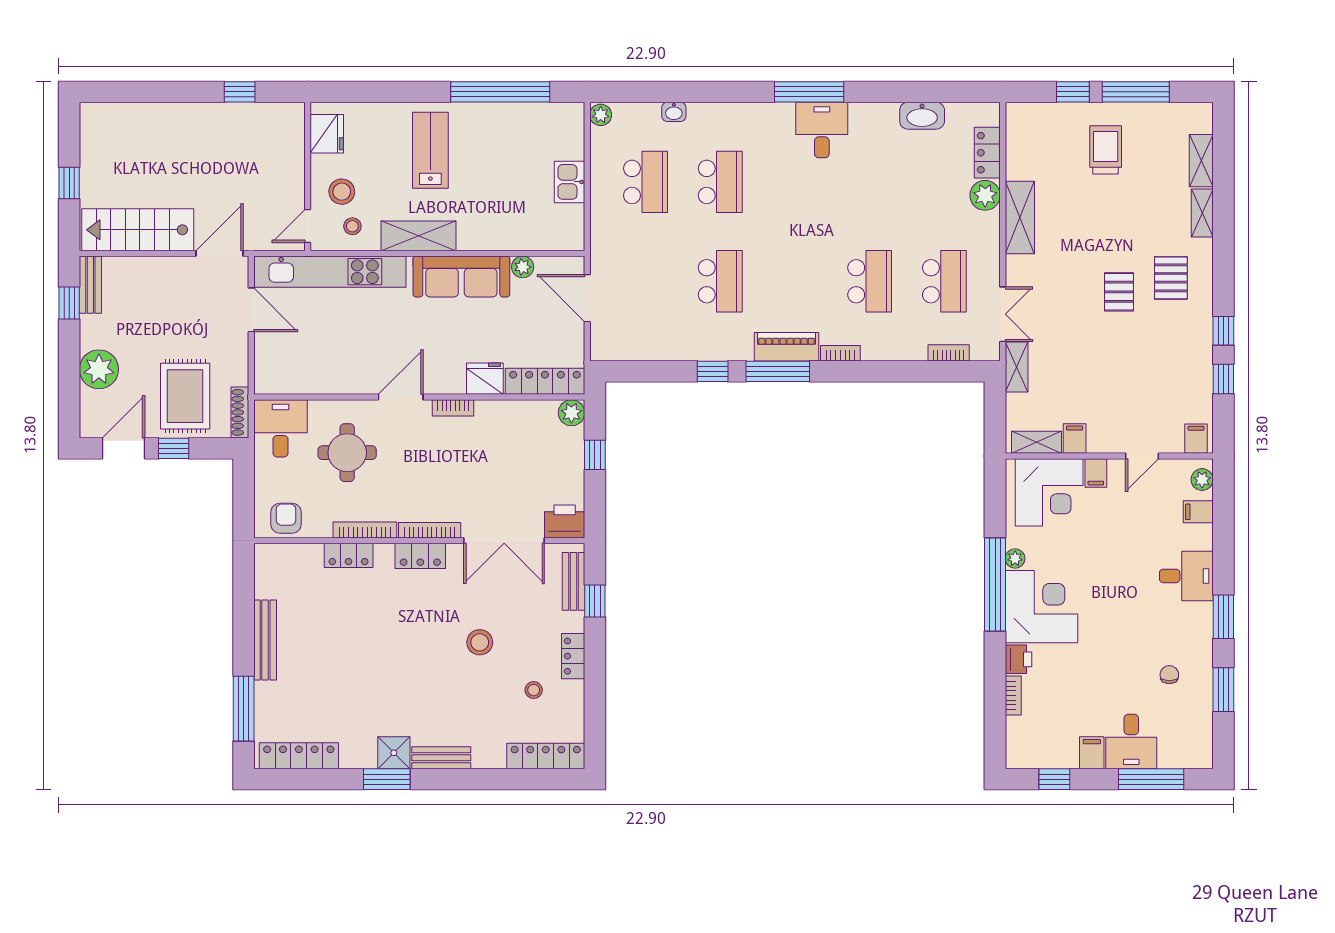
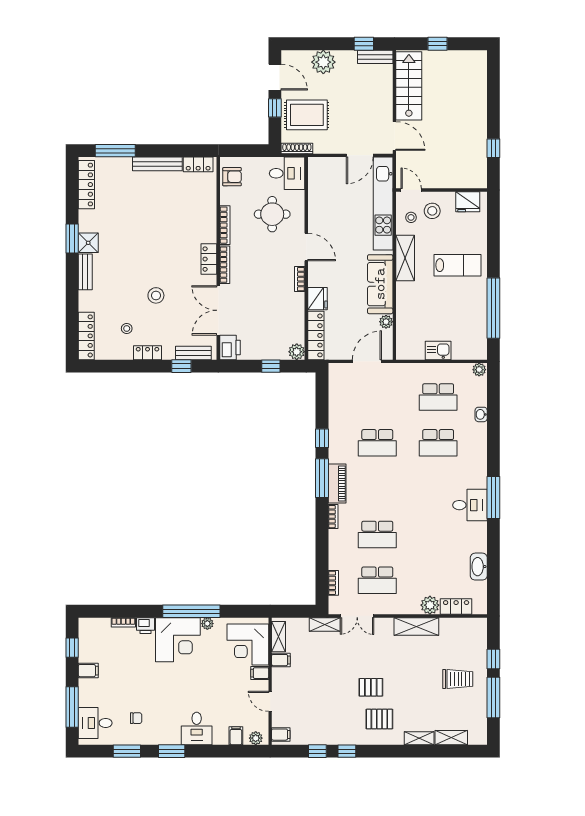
locker: (349, 555) -> (198, 164), moved, turned -90
desk: (1131, 742) -> (95, 723), moved

